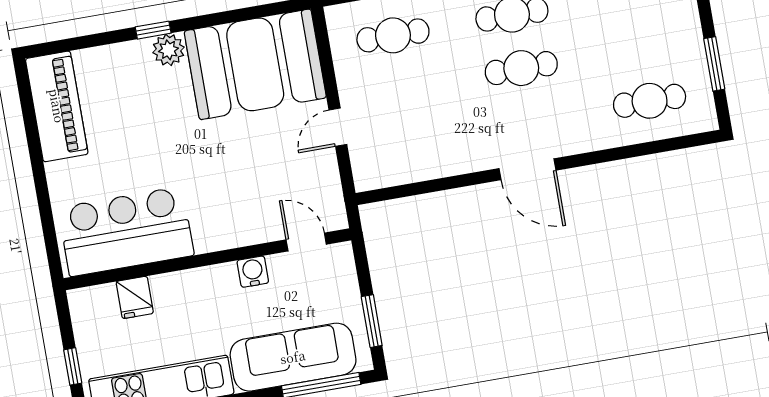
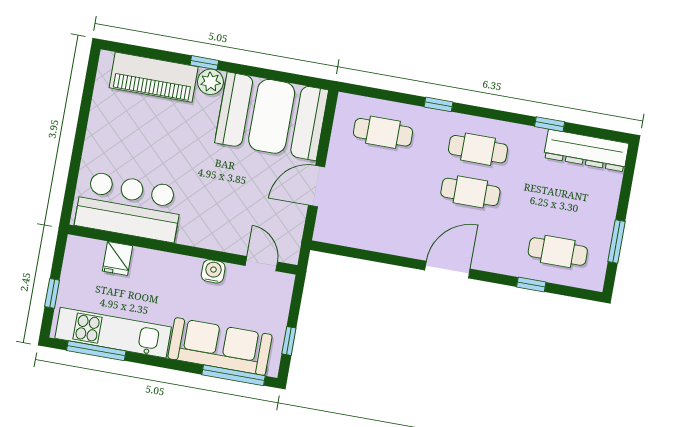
piano: (57, 106) -> (154, 77), moved, turned 90
door: (338, 127) -> (317, 186), width x1.38
window: (632, 151) -> (531, 285), added
door: (527, 169) -> (447, 270), swing flipped
window: (372, 321) -> (289, 341), width x0.67

